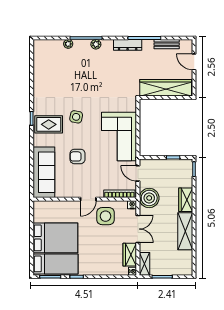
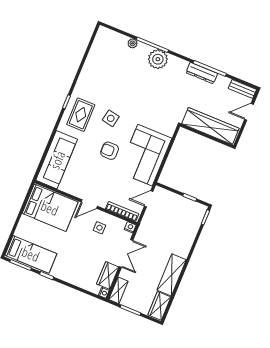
plant: (96, 44) -> (158, 59), width x1.88, depth x1.88
bench: (167, 44) -> (242, 89), moved
dresser: (128, 45) -> (202, 73), moved
door: (194, 62) -> (249, 112), hinge flipped
rug: (49, 124) -> (81, 115), turned 90
armchair: (77, 156) -> (110, 151), moved
door: (138, 173) -> (149, 199), hinge flipped
boiler: (149, 198) -> (150, 228), removed
wardrobe: (186, 200) -> (159, 306), moved
side table: (106, 216) -> (99, 228), width x0.54, depth x0.54
bed: (55, 238) -> (50, 208), moved

